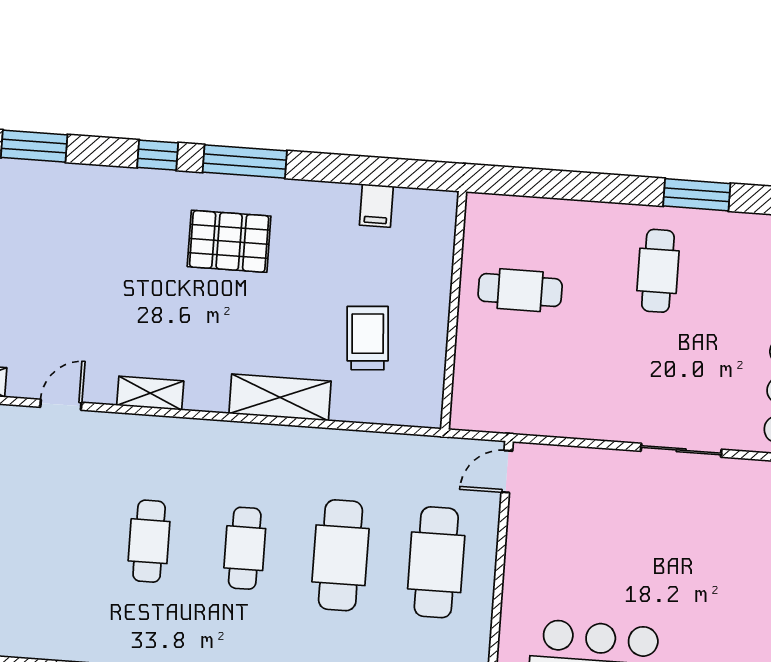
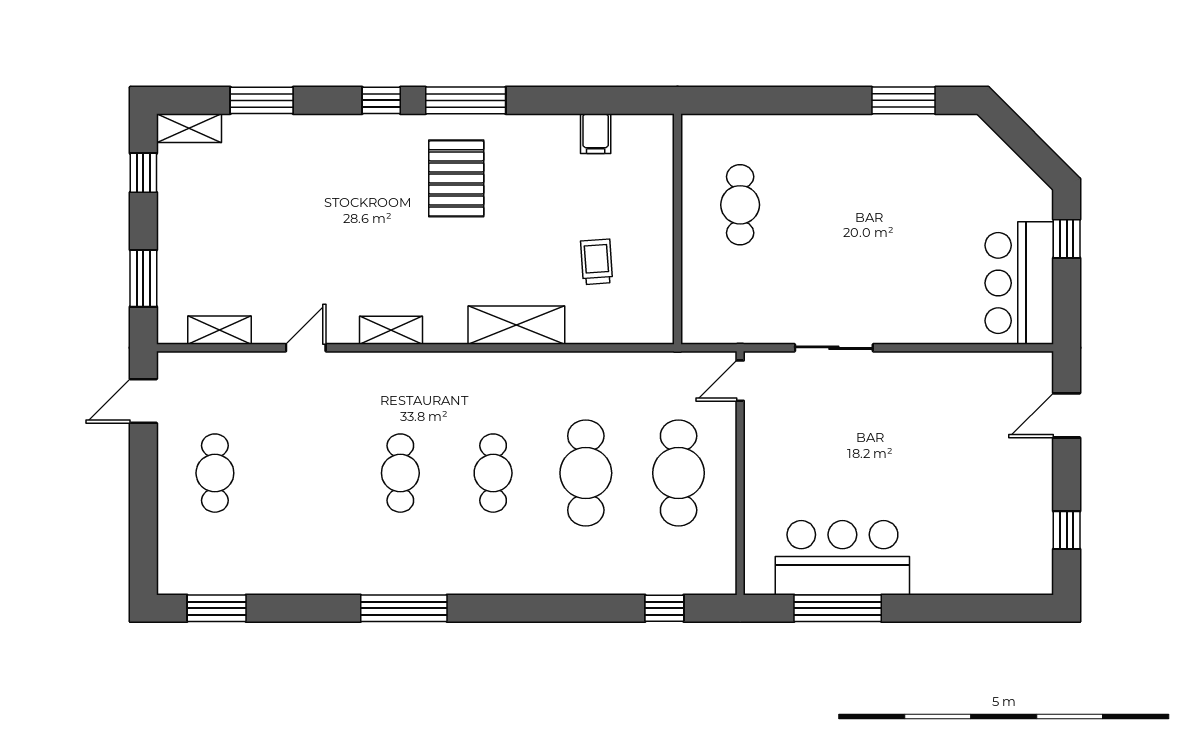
pallet: (229, 241) -> (456, 178), turned 90
cafe table: (658, 271) -> (872, 176), removed
cafe table: (520, 290) -> (740, 205), turned 90
trolley: (368, 338) -> (597, 262), width x0.73, depth x0.72
sliding door: (681, 450) -> (834, 348), moved

